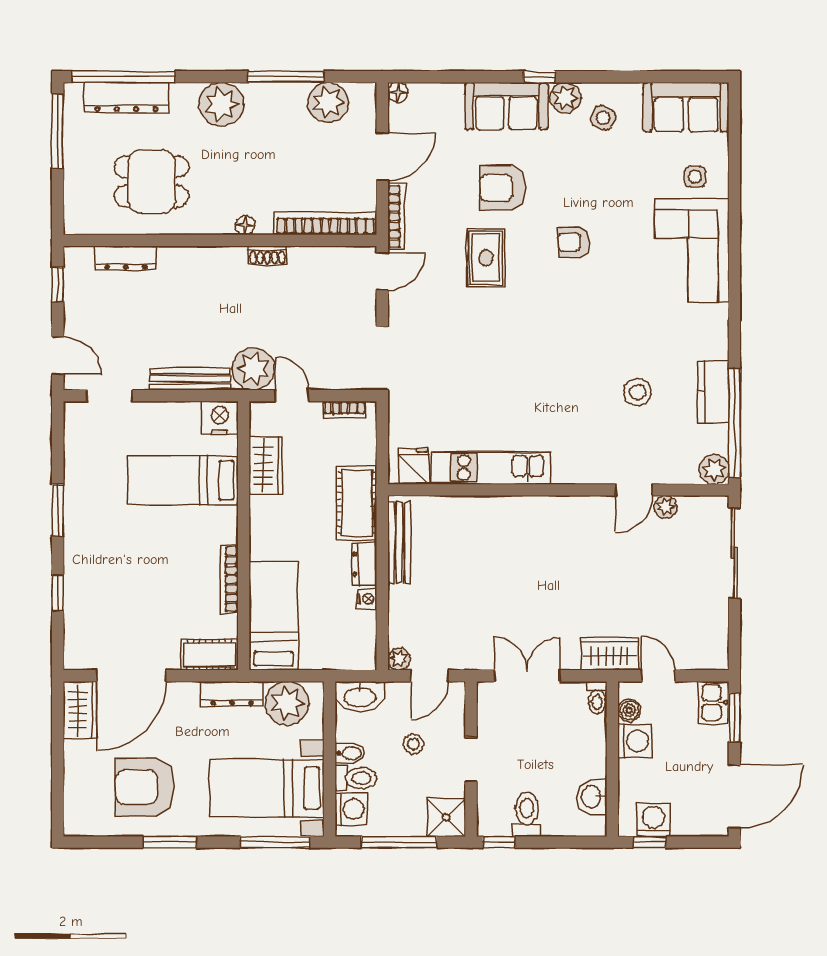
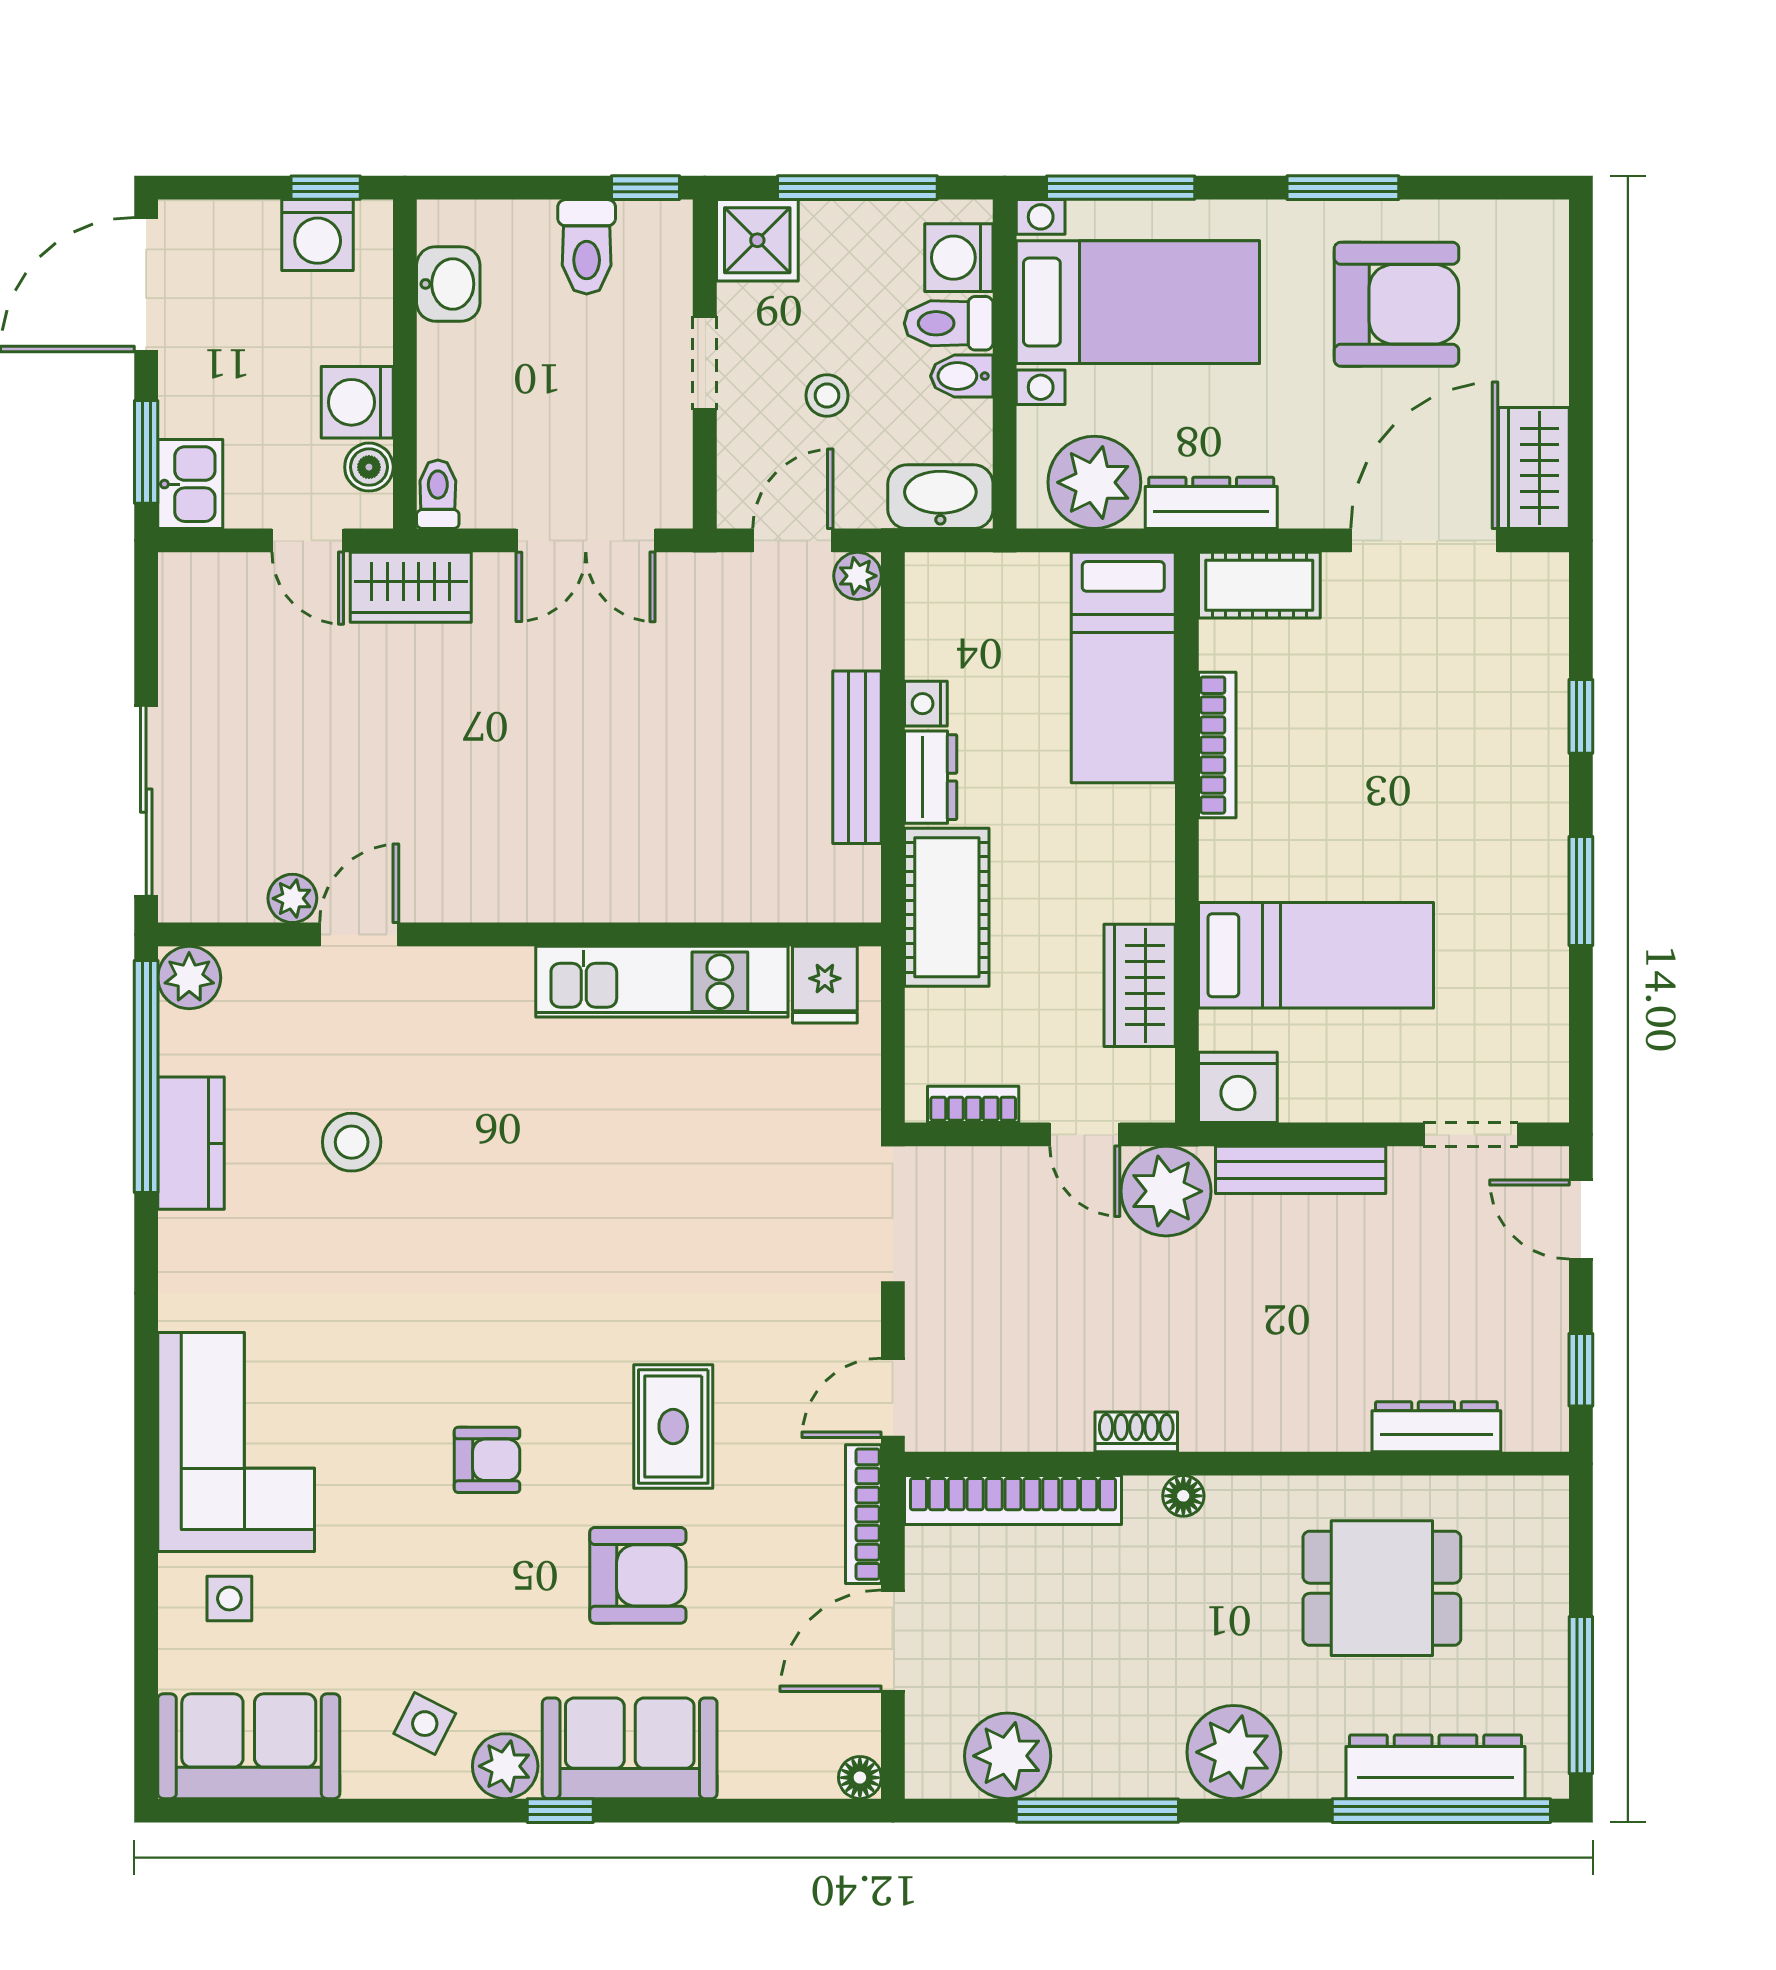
bench: (399, 543) -> (857, 757), moved

